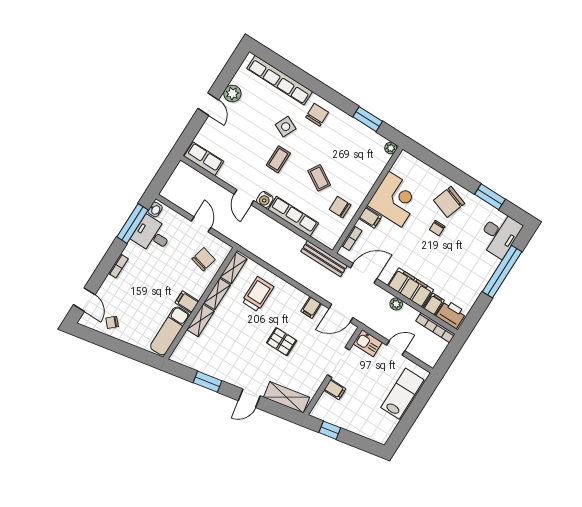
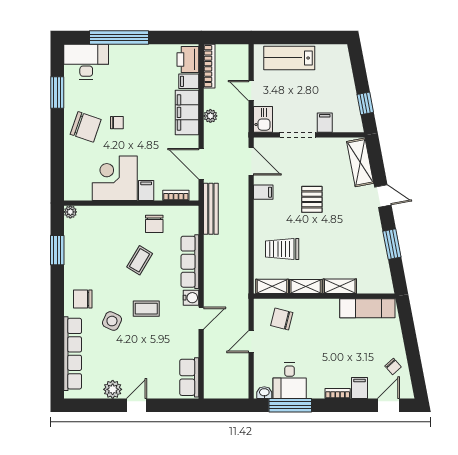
filing cabinet: (187, 302) -> (360, 388), moved, turned 180

